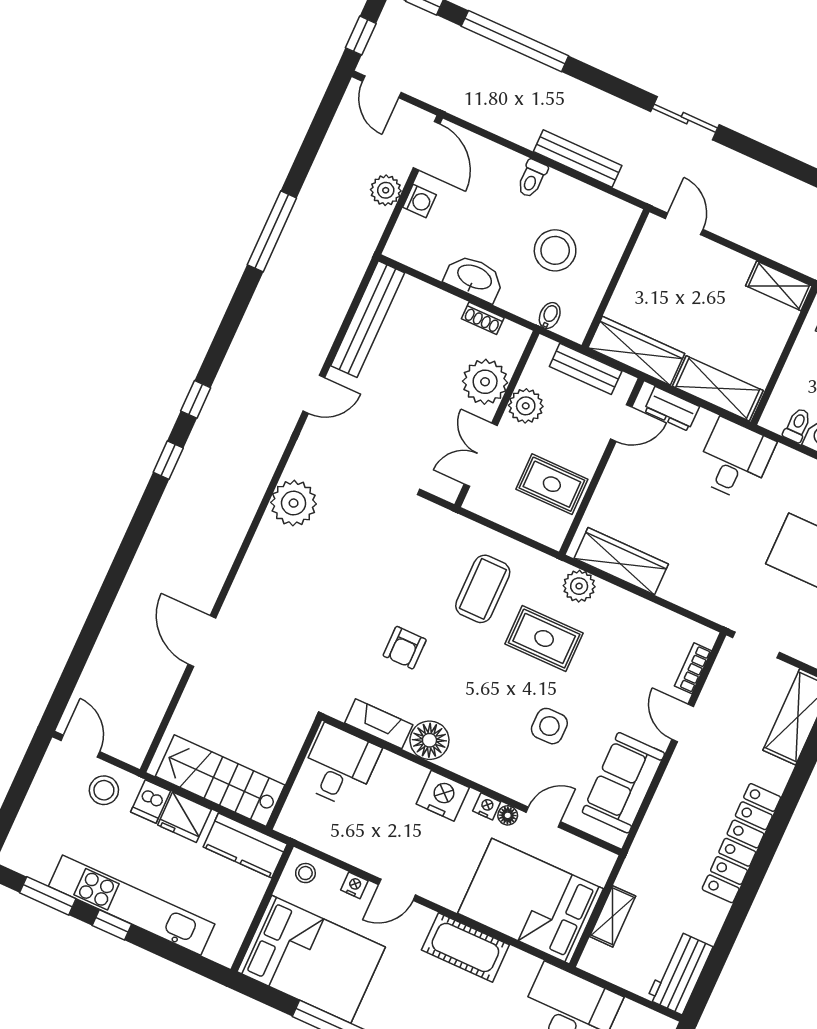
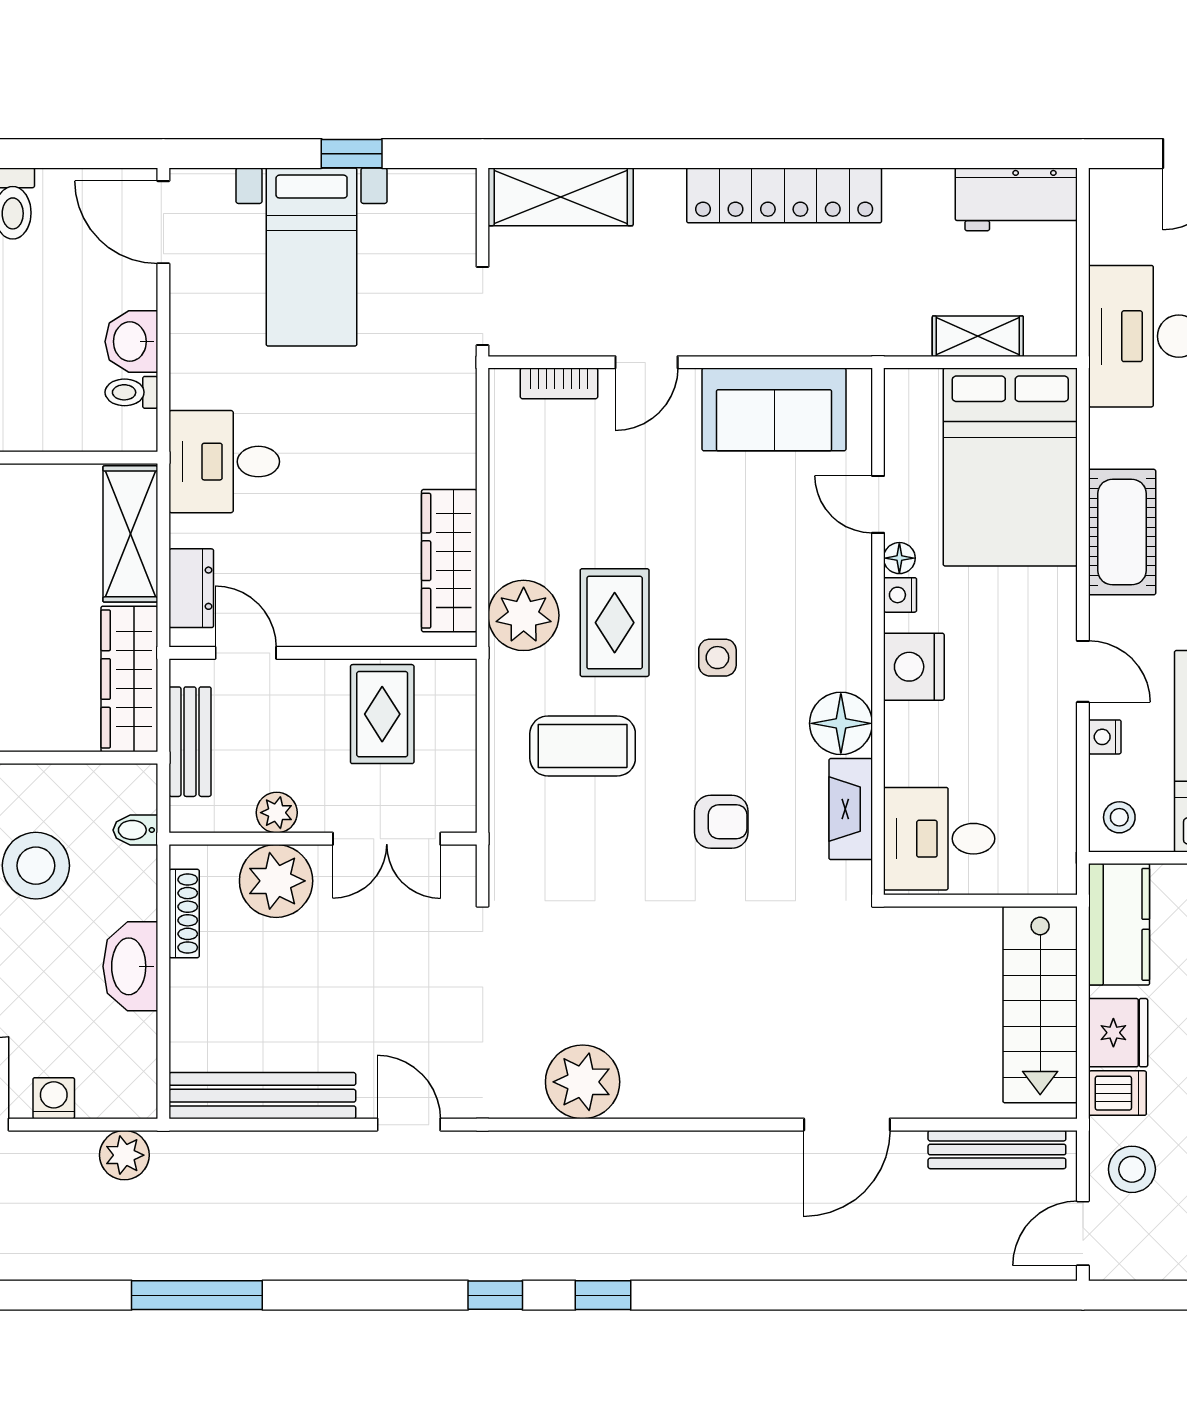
plant: (386, 190) -> (124, 1155), moved
shoe rack: (483, 318) -> (184, 913), width x1.43
plant: (526, 406) -> (277, 813), width x0.73, depth x0.73
plant: (579, 586) -> (524, 615), width x1.36, depth x1.36
bench: (150, 719) -> (997, 1150), added
side table: (549, 726) -> (717, 658), moved, width x0.73, depth x0.73

